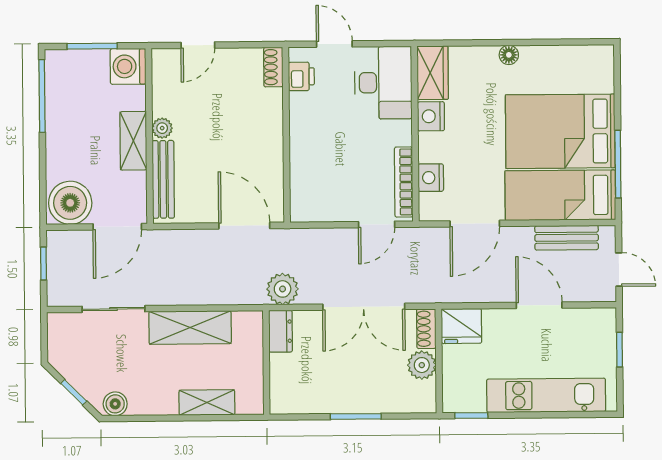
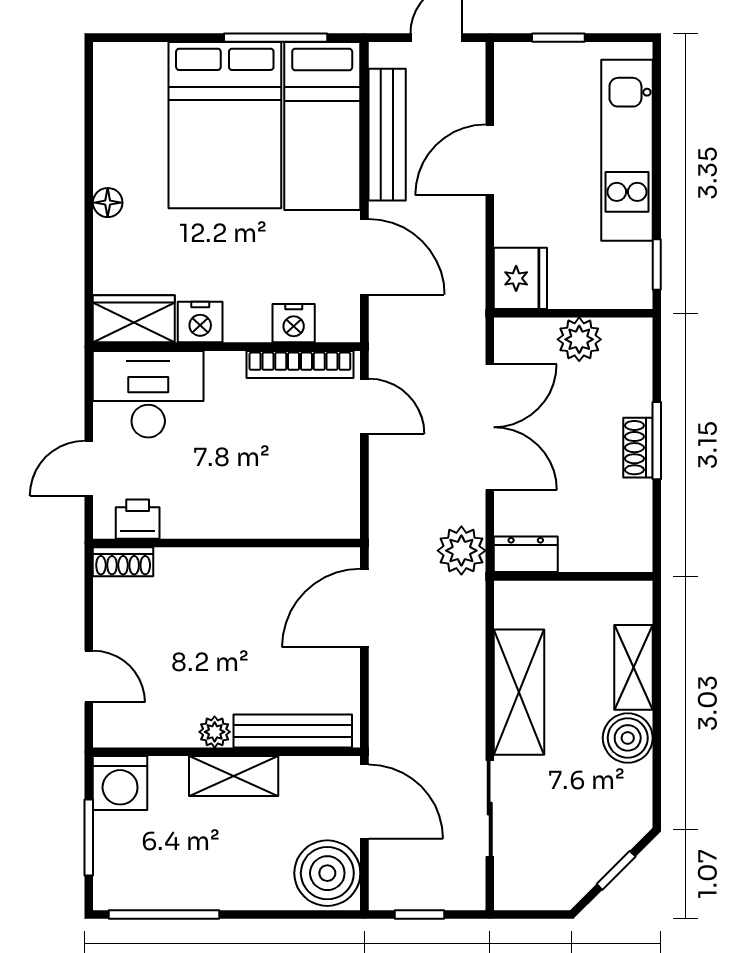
bench: (567, 238) -> (387, 135), width x1.36
shoe rack: (426, 329) -> (638, 448), moved, turned 90
boiler: (115, 404) -> (628, 738), moved, width x1.36, depth x1.36

